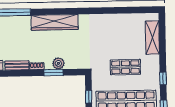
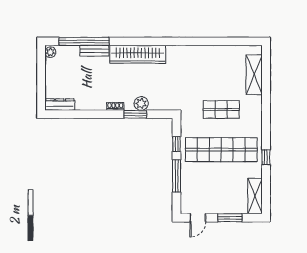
bench: (17, 65) -> (94, 51), moved
window: (163, 78) -> (266, 124), removed

